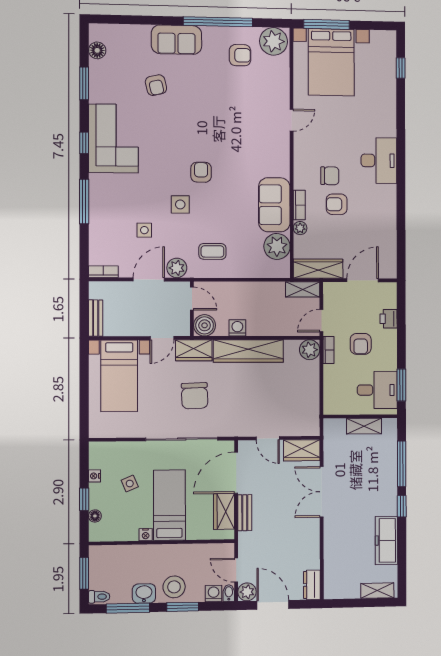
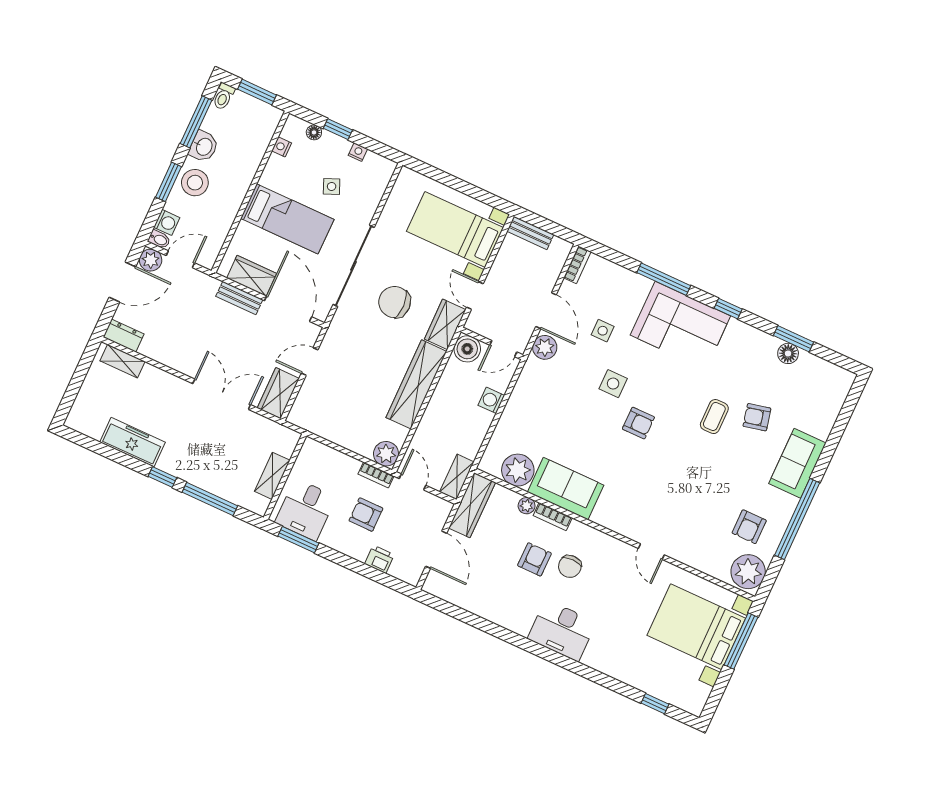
floor lamp: (97, 50) -> (788, 353), moved
corner sofa: (113, 139) -> (680, 325), moved
coffee table: (212, 251) -> (714, 417), moved
washing machine: (237, 328) -> (491, 400), moved, turned 180
nightstand: (146, 535) -> (282, 147), moved
shelving: (377, 591) -> (122, 361), moved, turned 90

